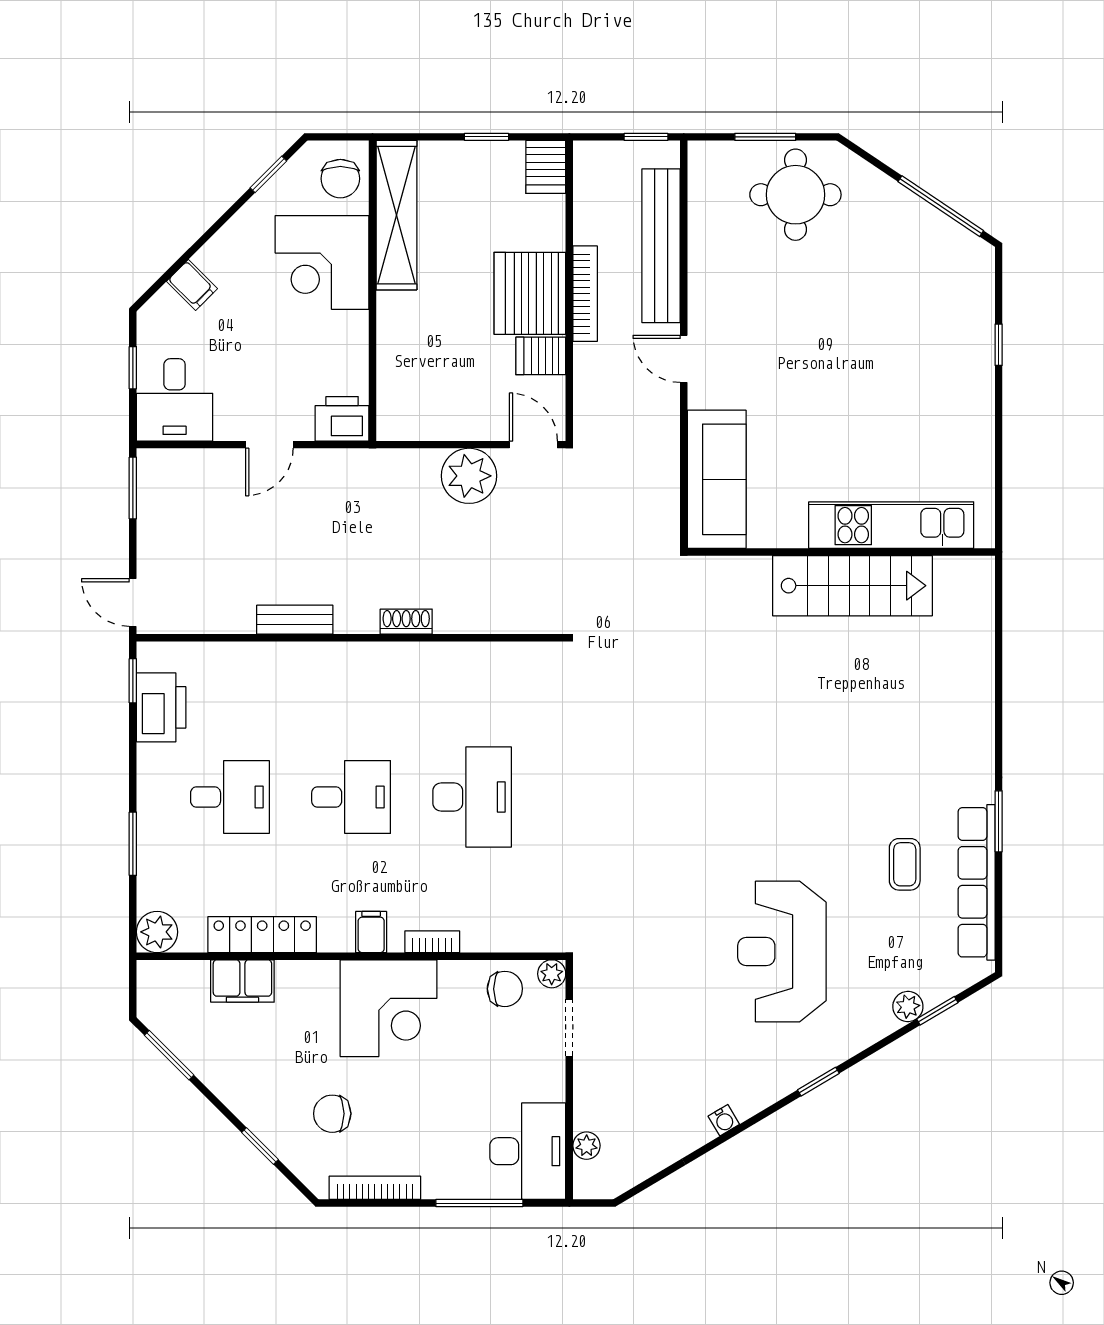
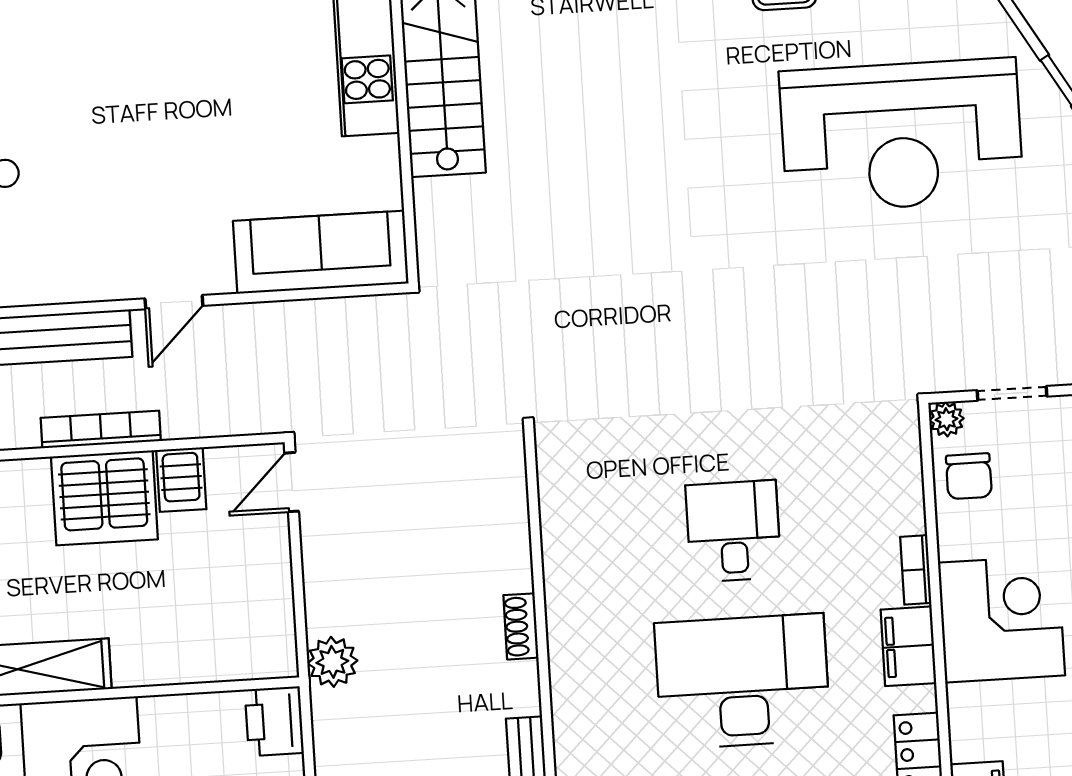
plant: (469, 476) -> (332, 662), moved, width x0.73, depth x0.73
desk: (351, 797) -> (743, 681), width x1.87, depth x1.30
desk: (472, 797) -> (733, 531), width x0.73
filing cabinet: (371, 932) -> (908, 646), width x2.00
reception desk: (782, 951) -> (901, 135), width x1.36, depth x1.30
chair: (505, 989) -> (969, 476), turned 180

